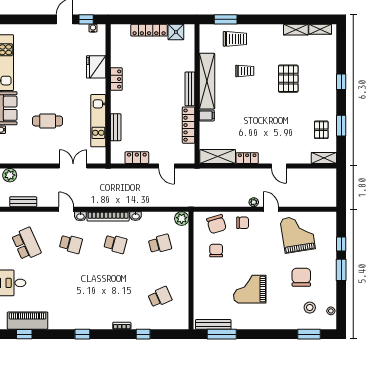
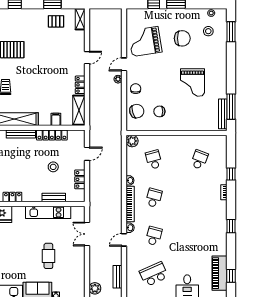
filing cabinet: (207, 116) -> (56, 119), moved
stool: (151, 127) -> (53, 167), added
chair: (301, 277) -> (182, 38), turned 180
school desk: (160, 297) -> (199, 160), turned 45

